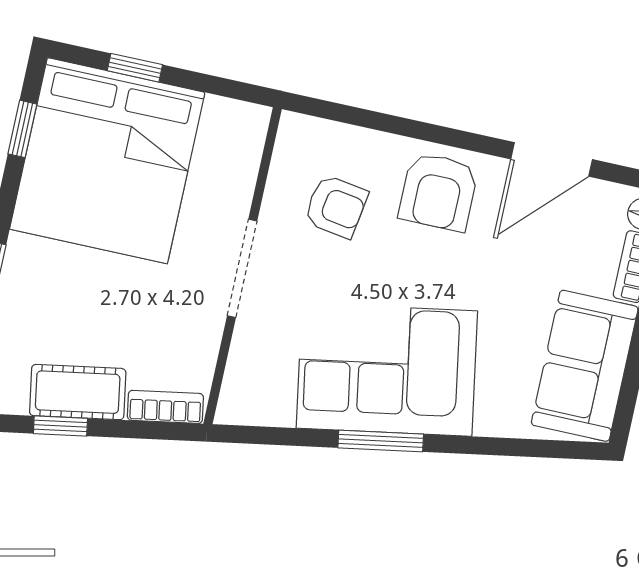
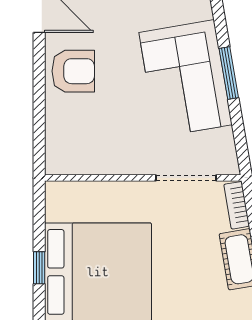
armchair: (336, 206) -> (95, 130), removed
doorway: (242, 268) -> (186, 178), moved

